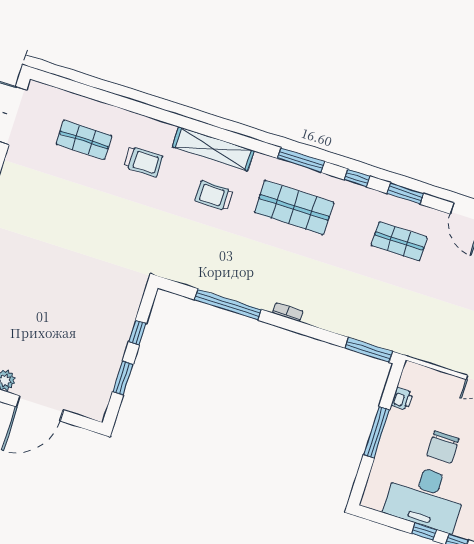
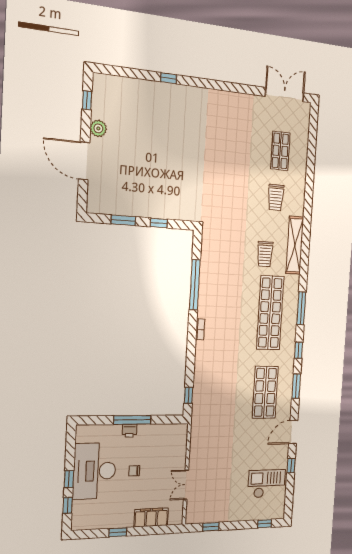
trolley: (214, 196) -> (265, 254), turned 180
shop shelf: (294, 207) -> (270, 313), width x1.40
shop shelf: (399, 241) -> (265, 392), width x1.43, depth x1.36
window: (369, 350) -> (188, 395), width x0.46
printer: (402, 399) -> (129, 431), moved
chair: (443, 447) -> (134, 471), width x0.54, depth x0.54

